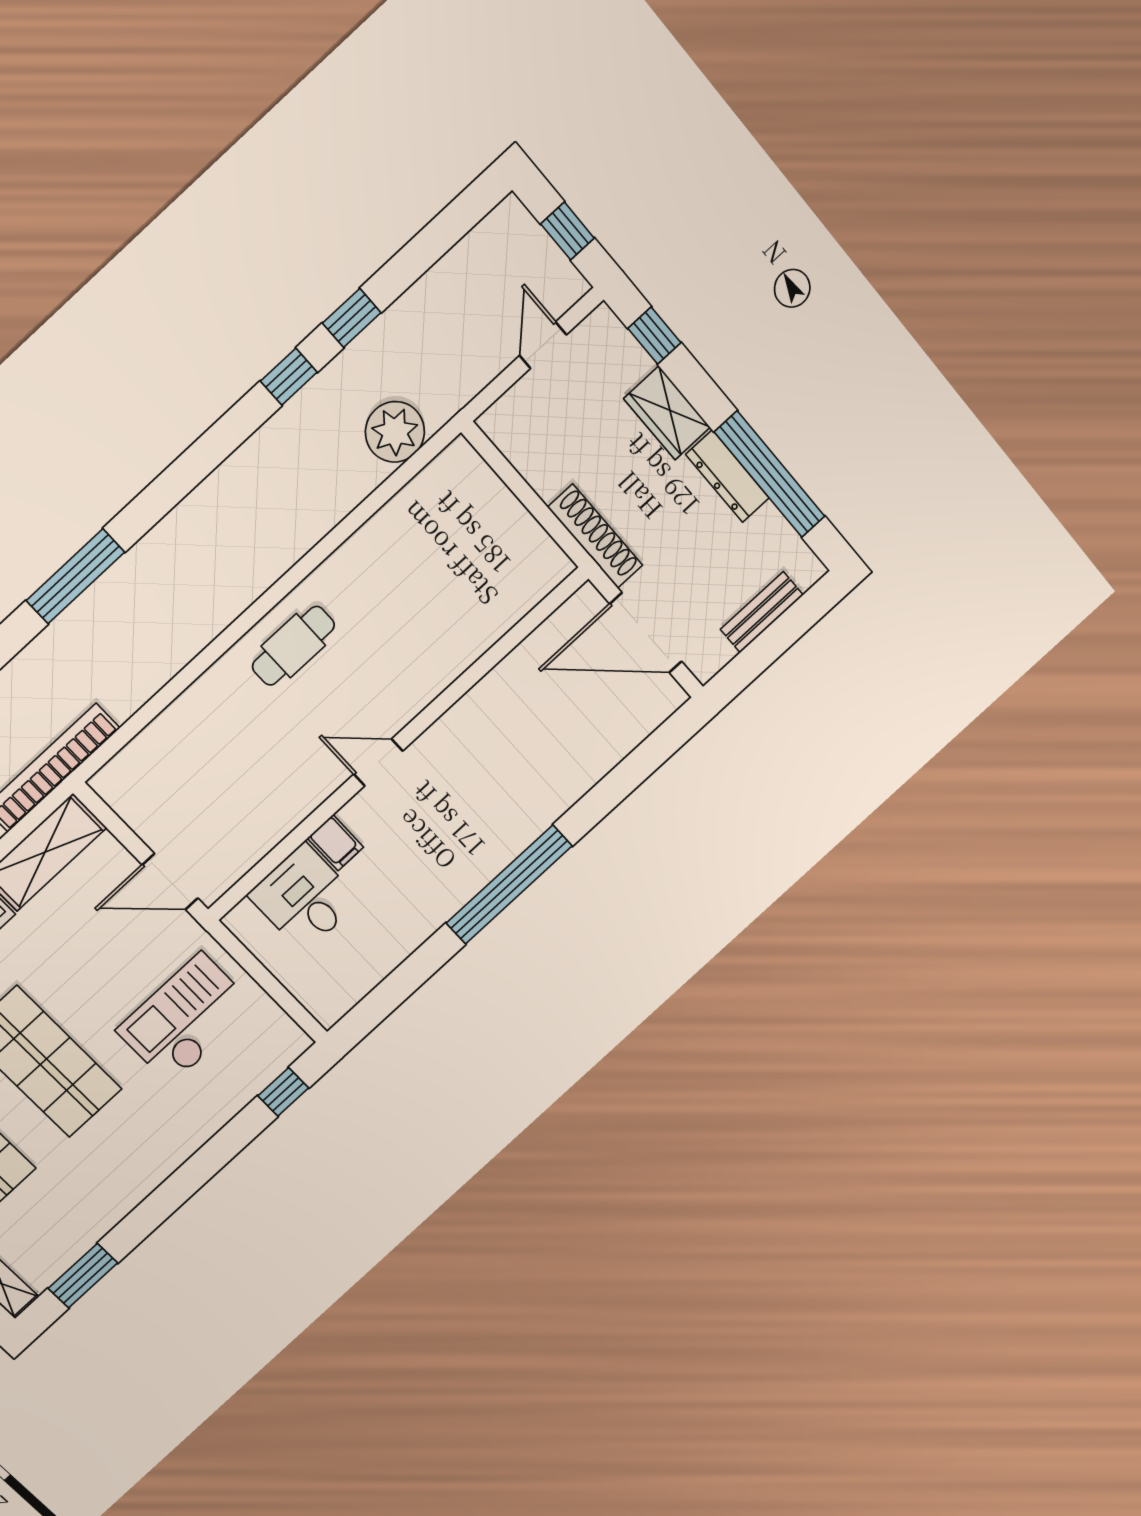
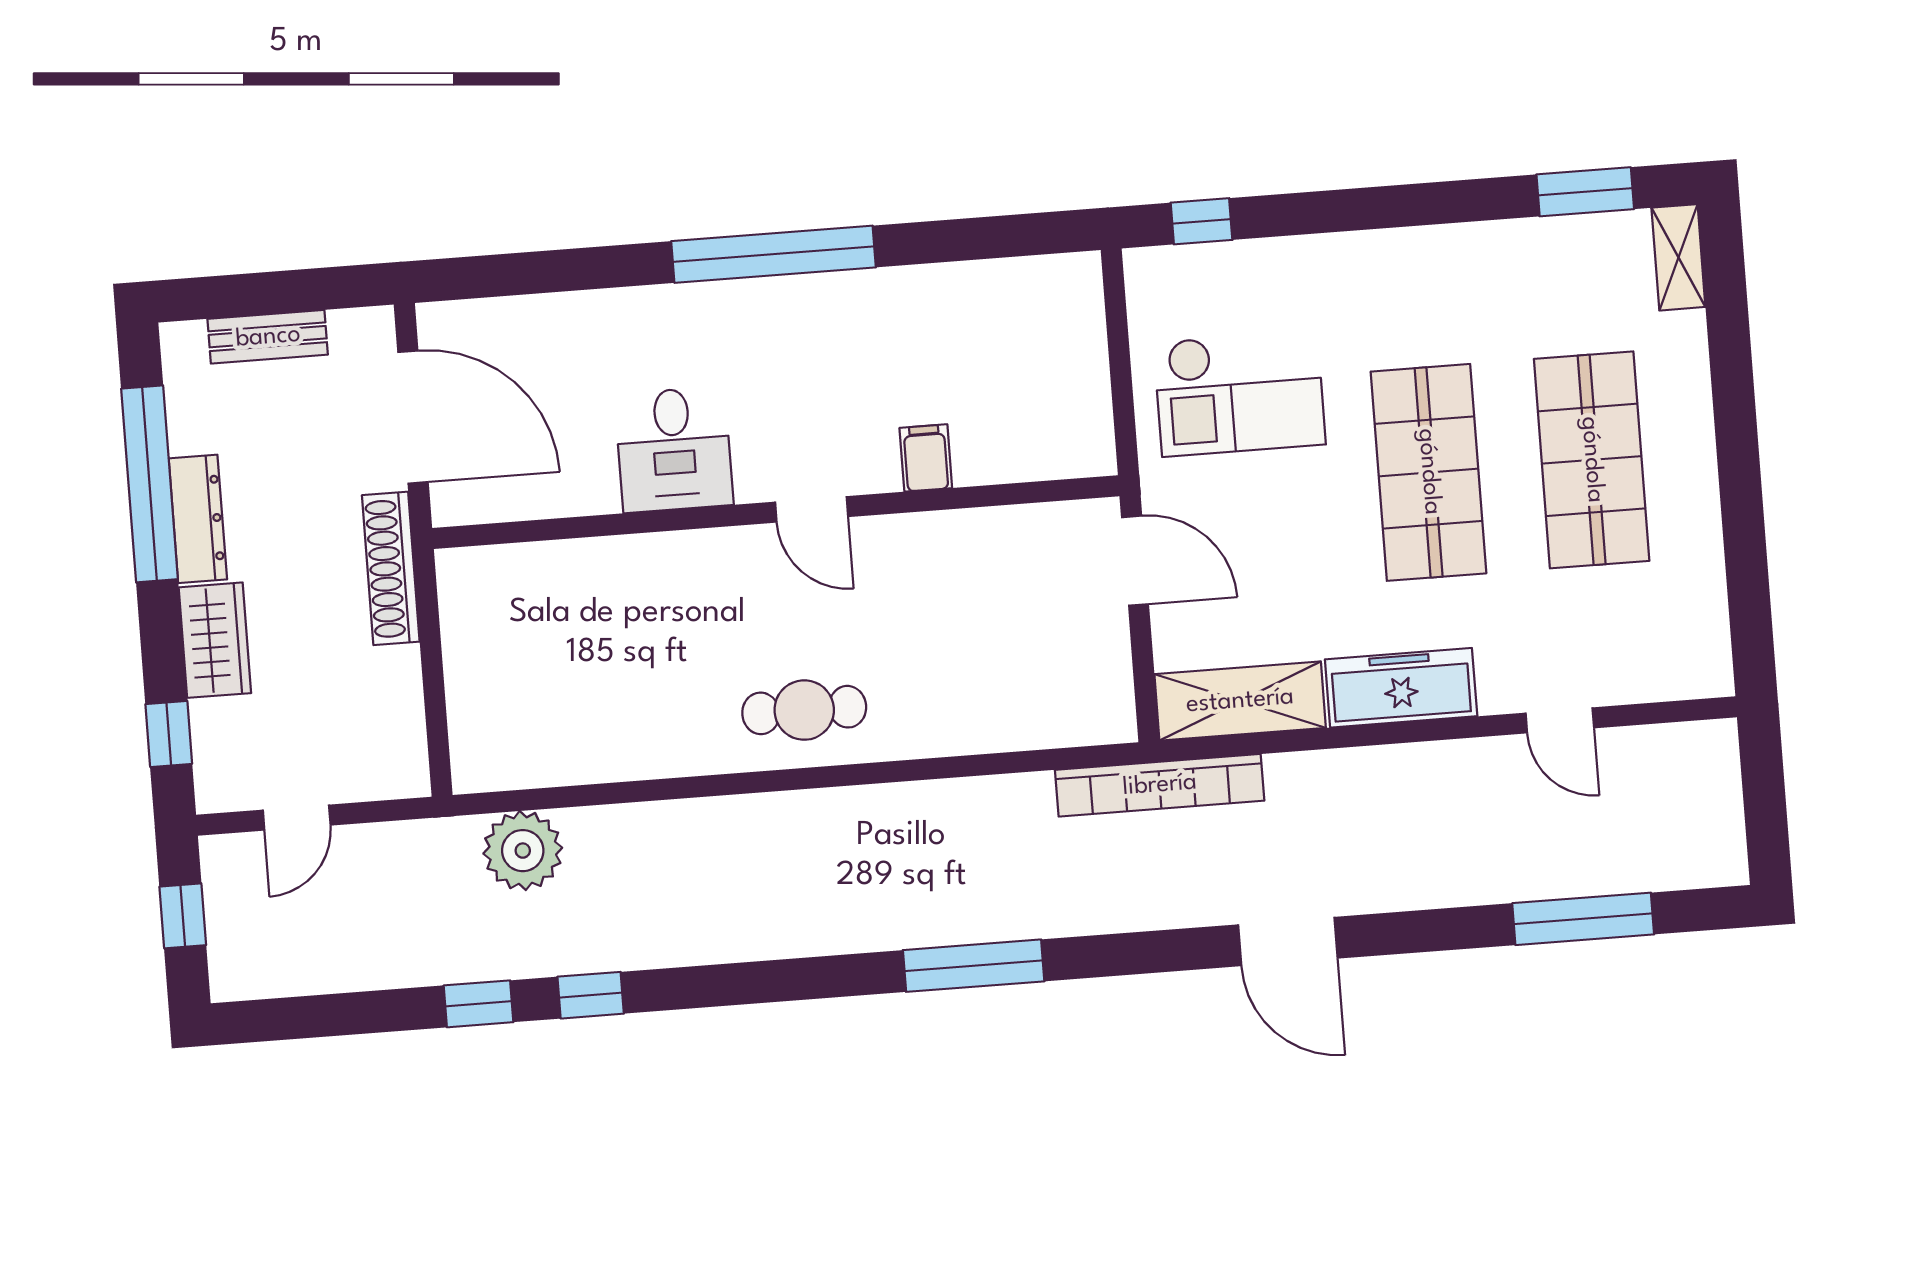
desk: (304, 898) -> (674, 450), moved

